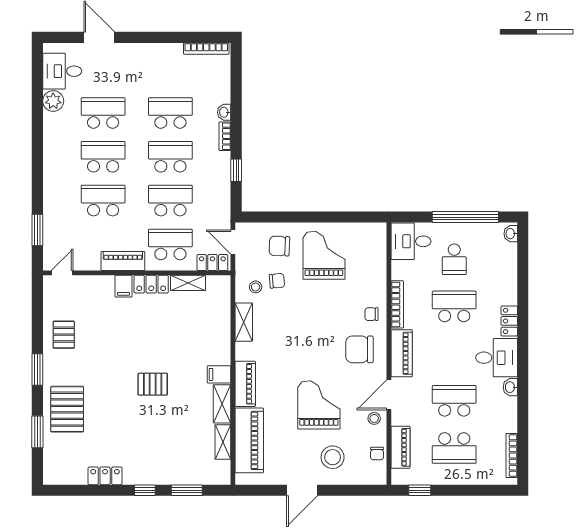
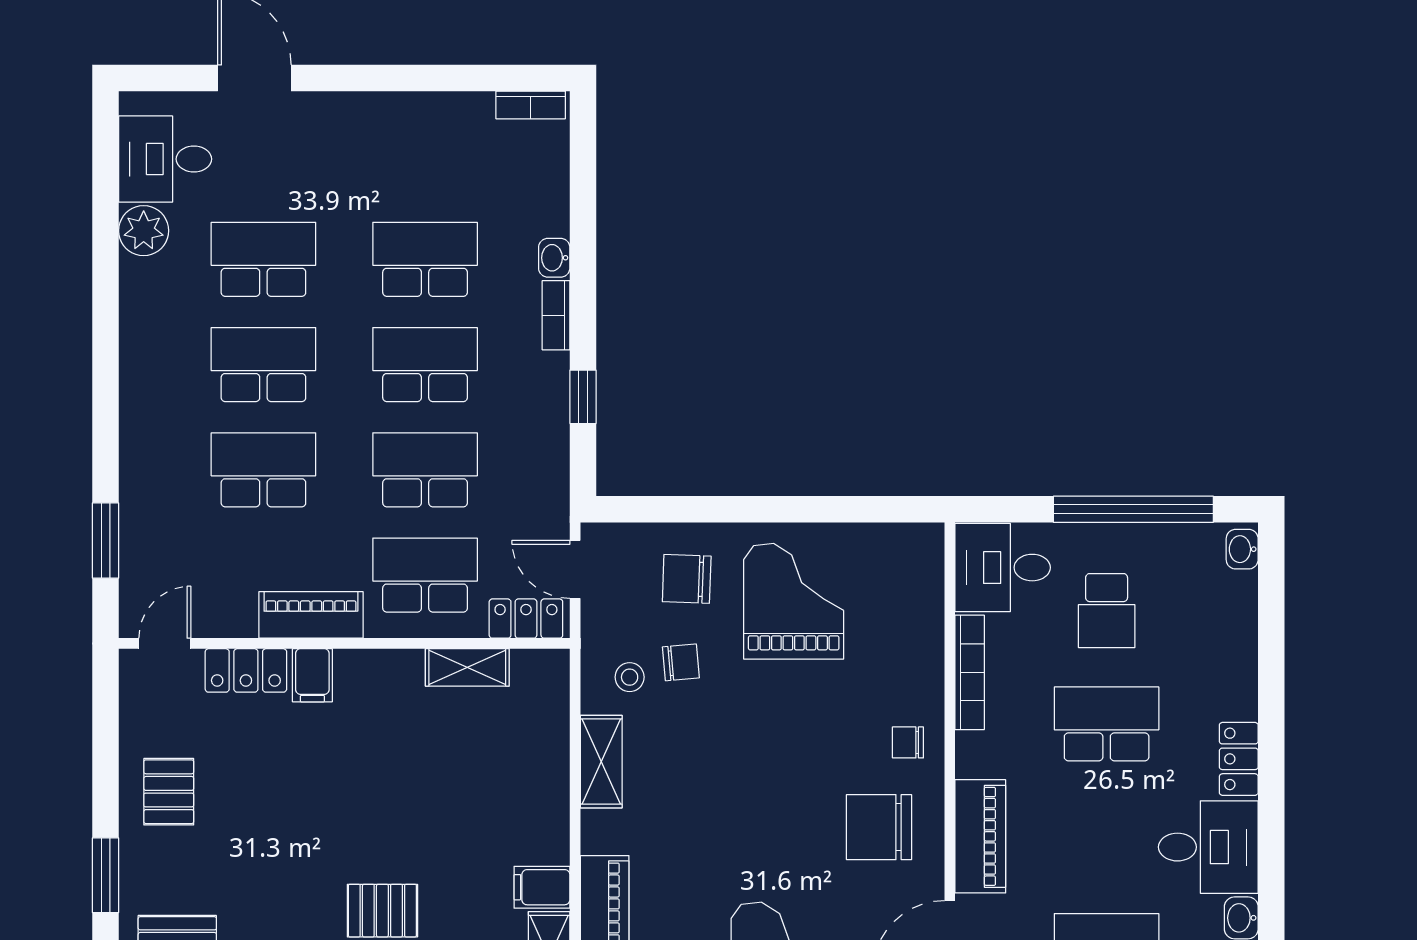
bookcase: (206, 49) -> (531, 105), width x0.64
locker: (151, 284) -> (246, 670), moved
bookcase: (397, 304) -> (970, 672), moved

